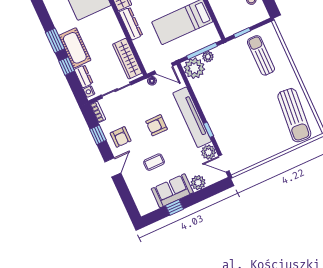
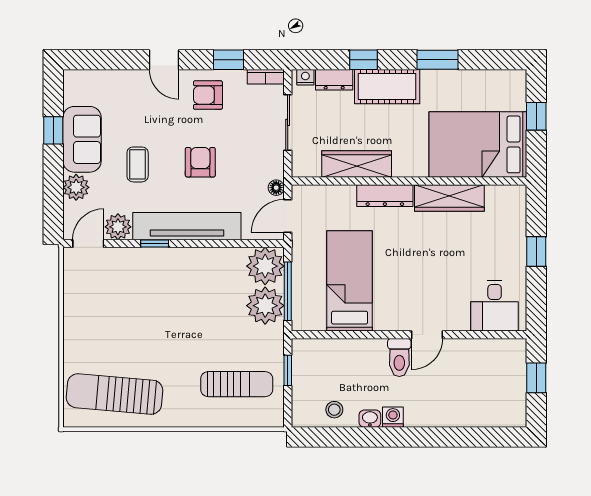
window: (55, 41) -> (438, 60), moved
plant: (208, 57) -> (265, 306), width x1.87, depth x1.87
wardrobe: (127, 59) -> (357, 164), moved
coffee table: (154, 162) -> (138, 164), moved

